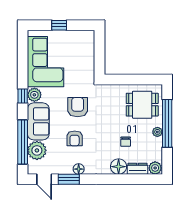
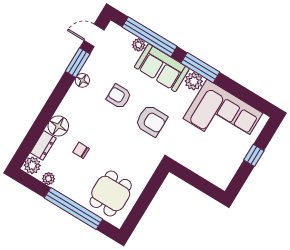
window: (23, 96) -> (200, 68), width x2.17
plant: (157, 132) -> (48, 179), moved
plant: (37, 150) -> (139, 45), width x0.53, depth x0.53

